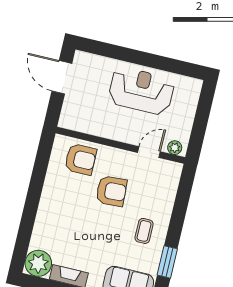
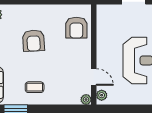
plant: (175, 169) -> (86, 99), added
armchair: (111, 191) -> (33, 41), moved

